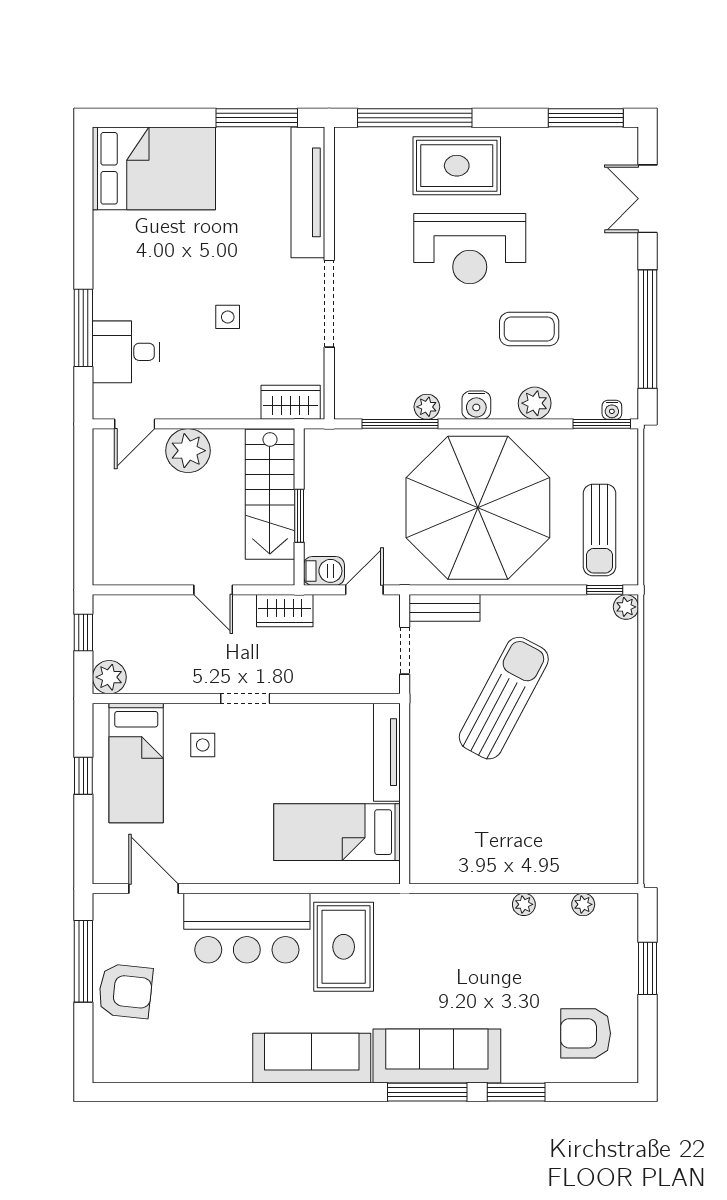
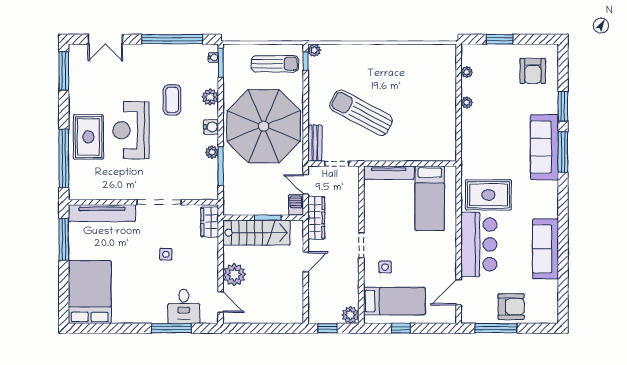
reception desk: (470, 249) -> (131, 130), turned 180
wardrobe: (285, 611) -> (316, 218), width x1.50
armchair: (125, 991) -> (511, 307), turned 84
sofa: (312, 1058) -> (545, 249), moved

